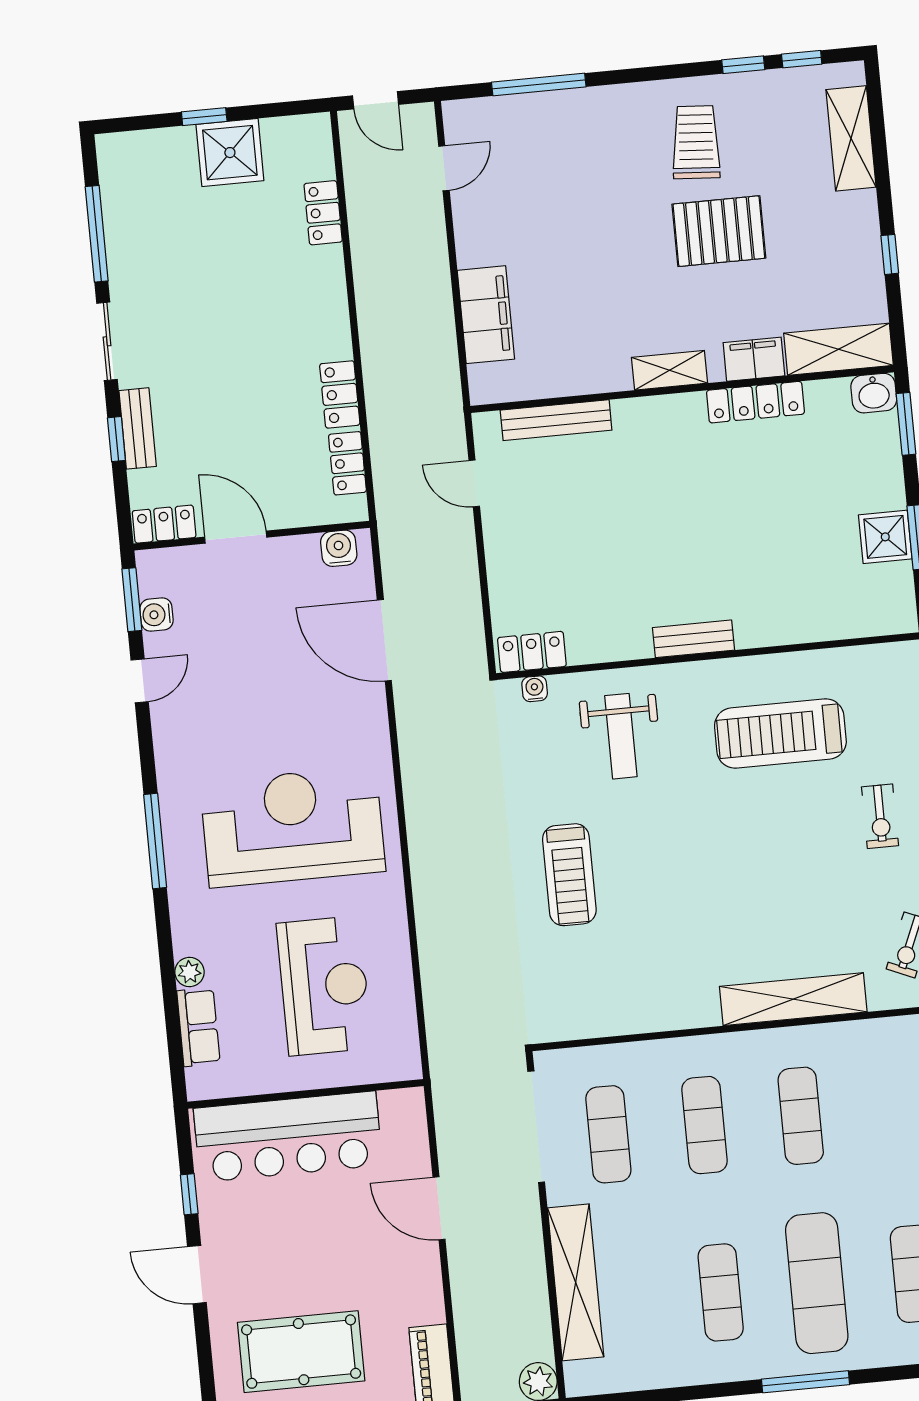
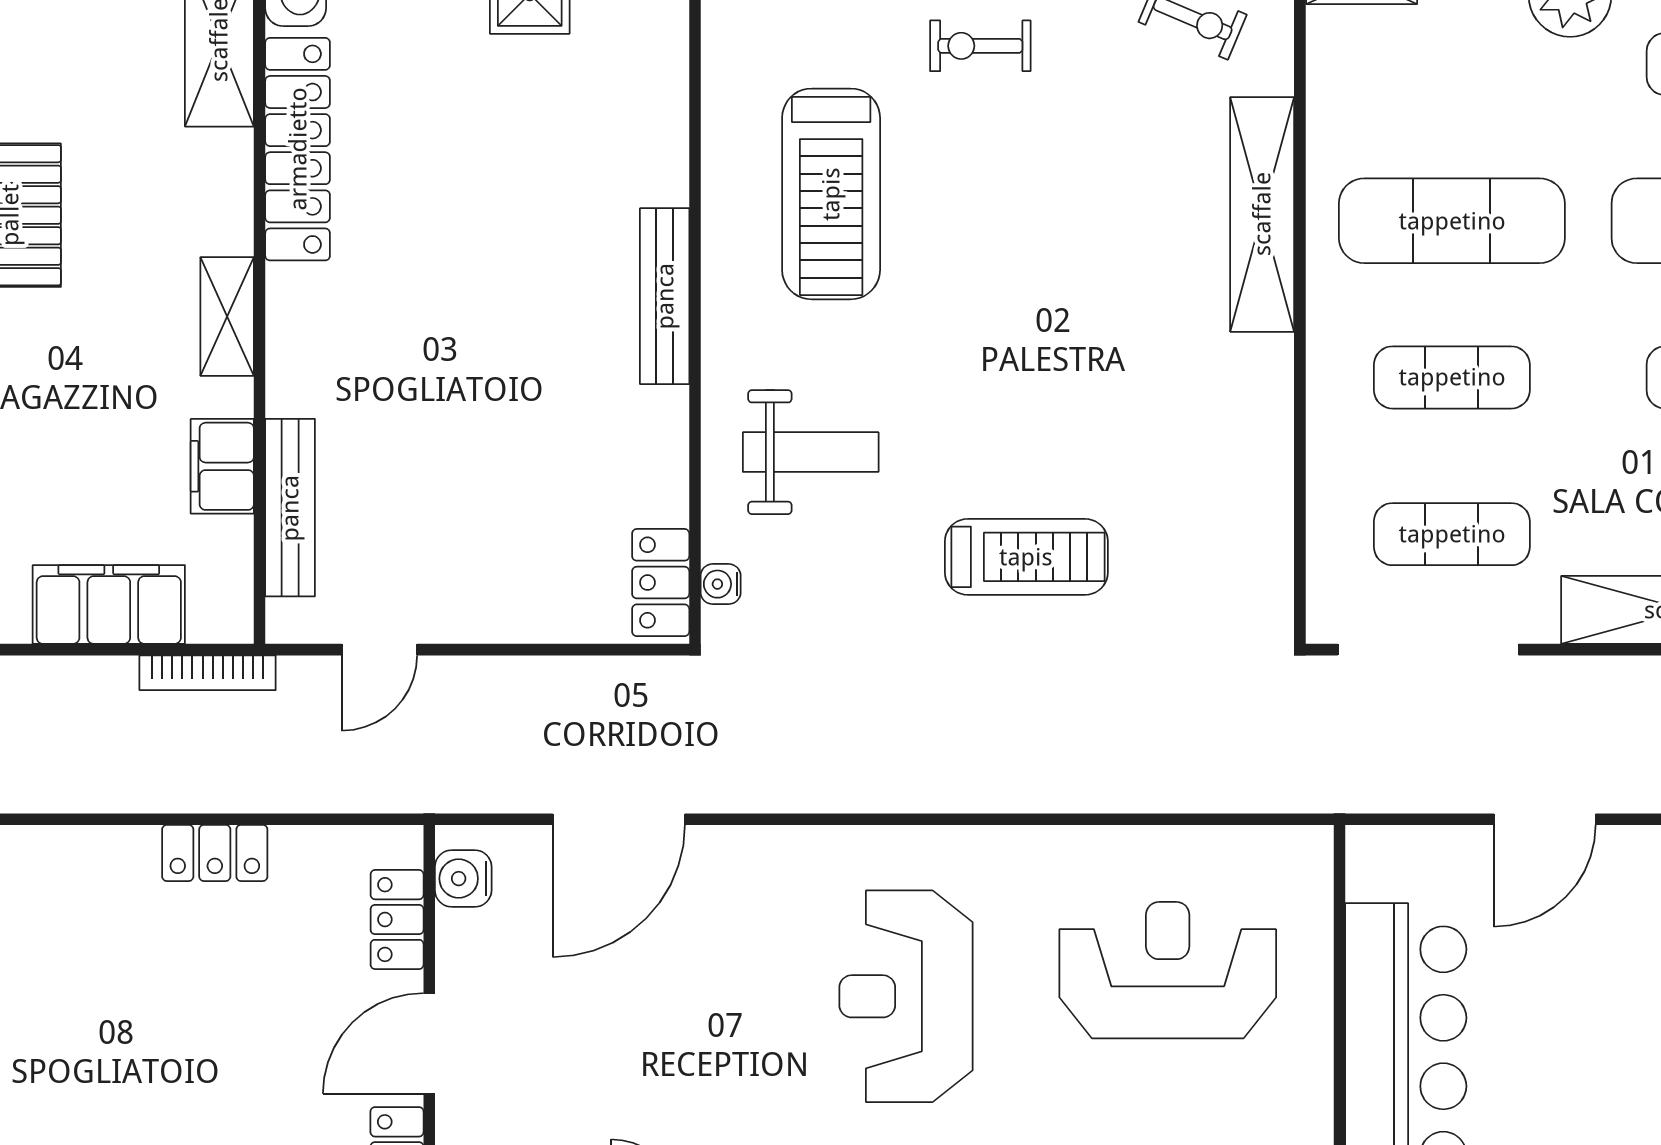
filing cabinet: (754, 359) -> (222, 466), moved
bookcase: (450, 379) -> (208, 673), added
locker: (755, 402) -> (298, 149), width x1.41, depth x1.21
locker: (347, 463) -> (397, 920), moved, turned 90
bench: (693, 639) -> (665, 296), width x1.36
exercise bike: (880, 816) -> (980, 46), turned 180
reception desk: (293, 827) -> (906, 996), width x0.74, depth x0.77
exercise mat: (801, 1116) -> (1452, 221), width x1.36, depth x1.45

